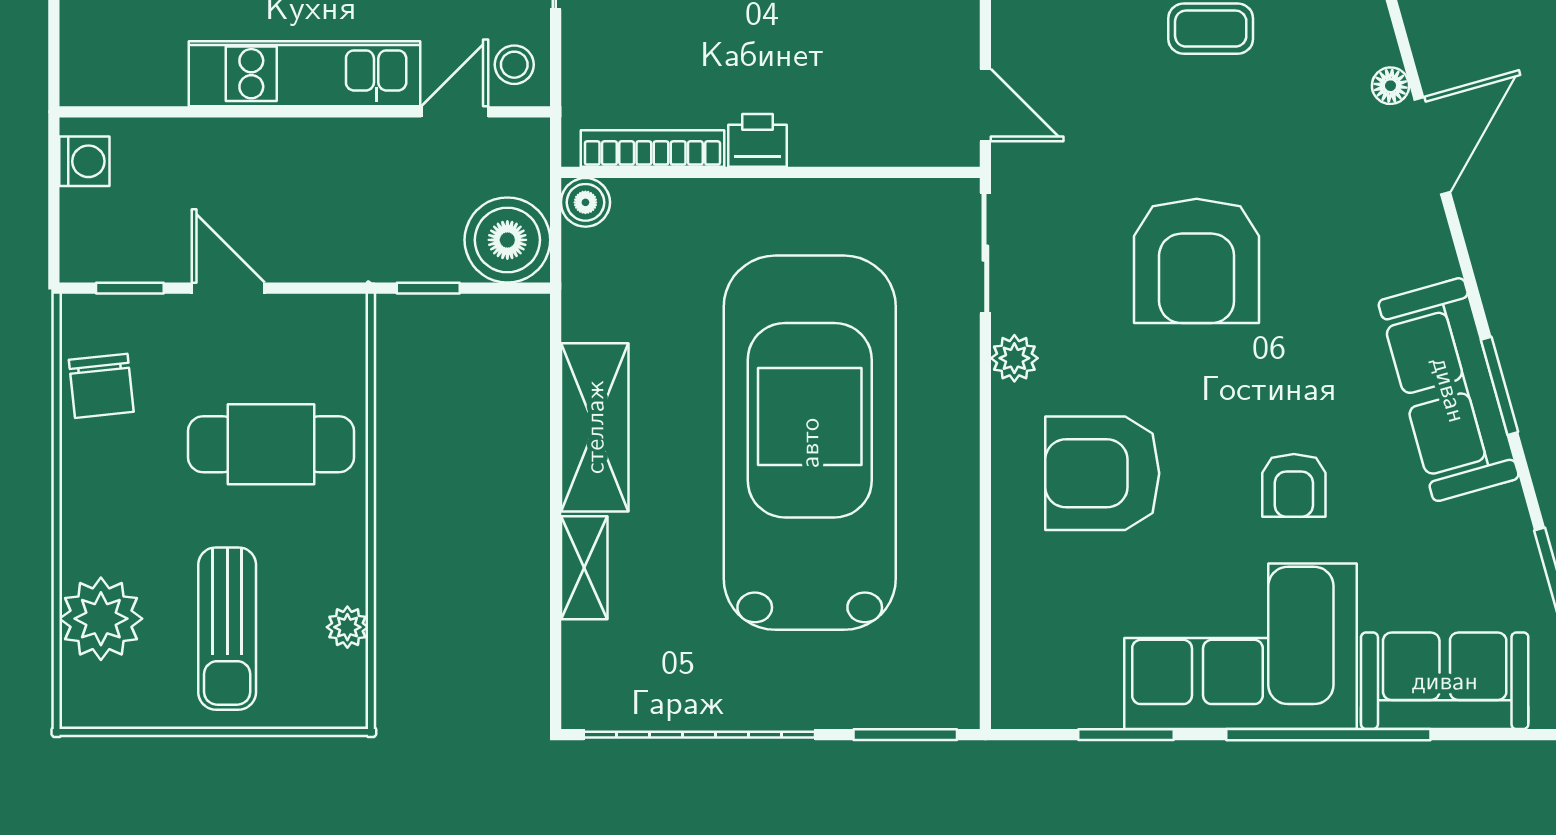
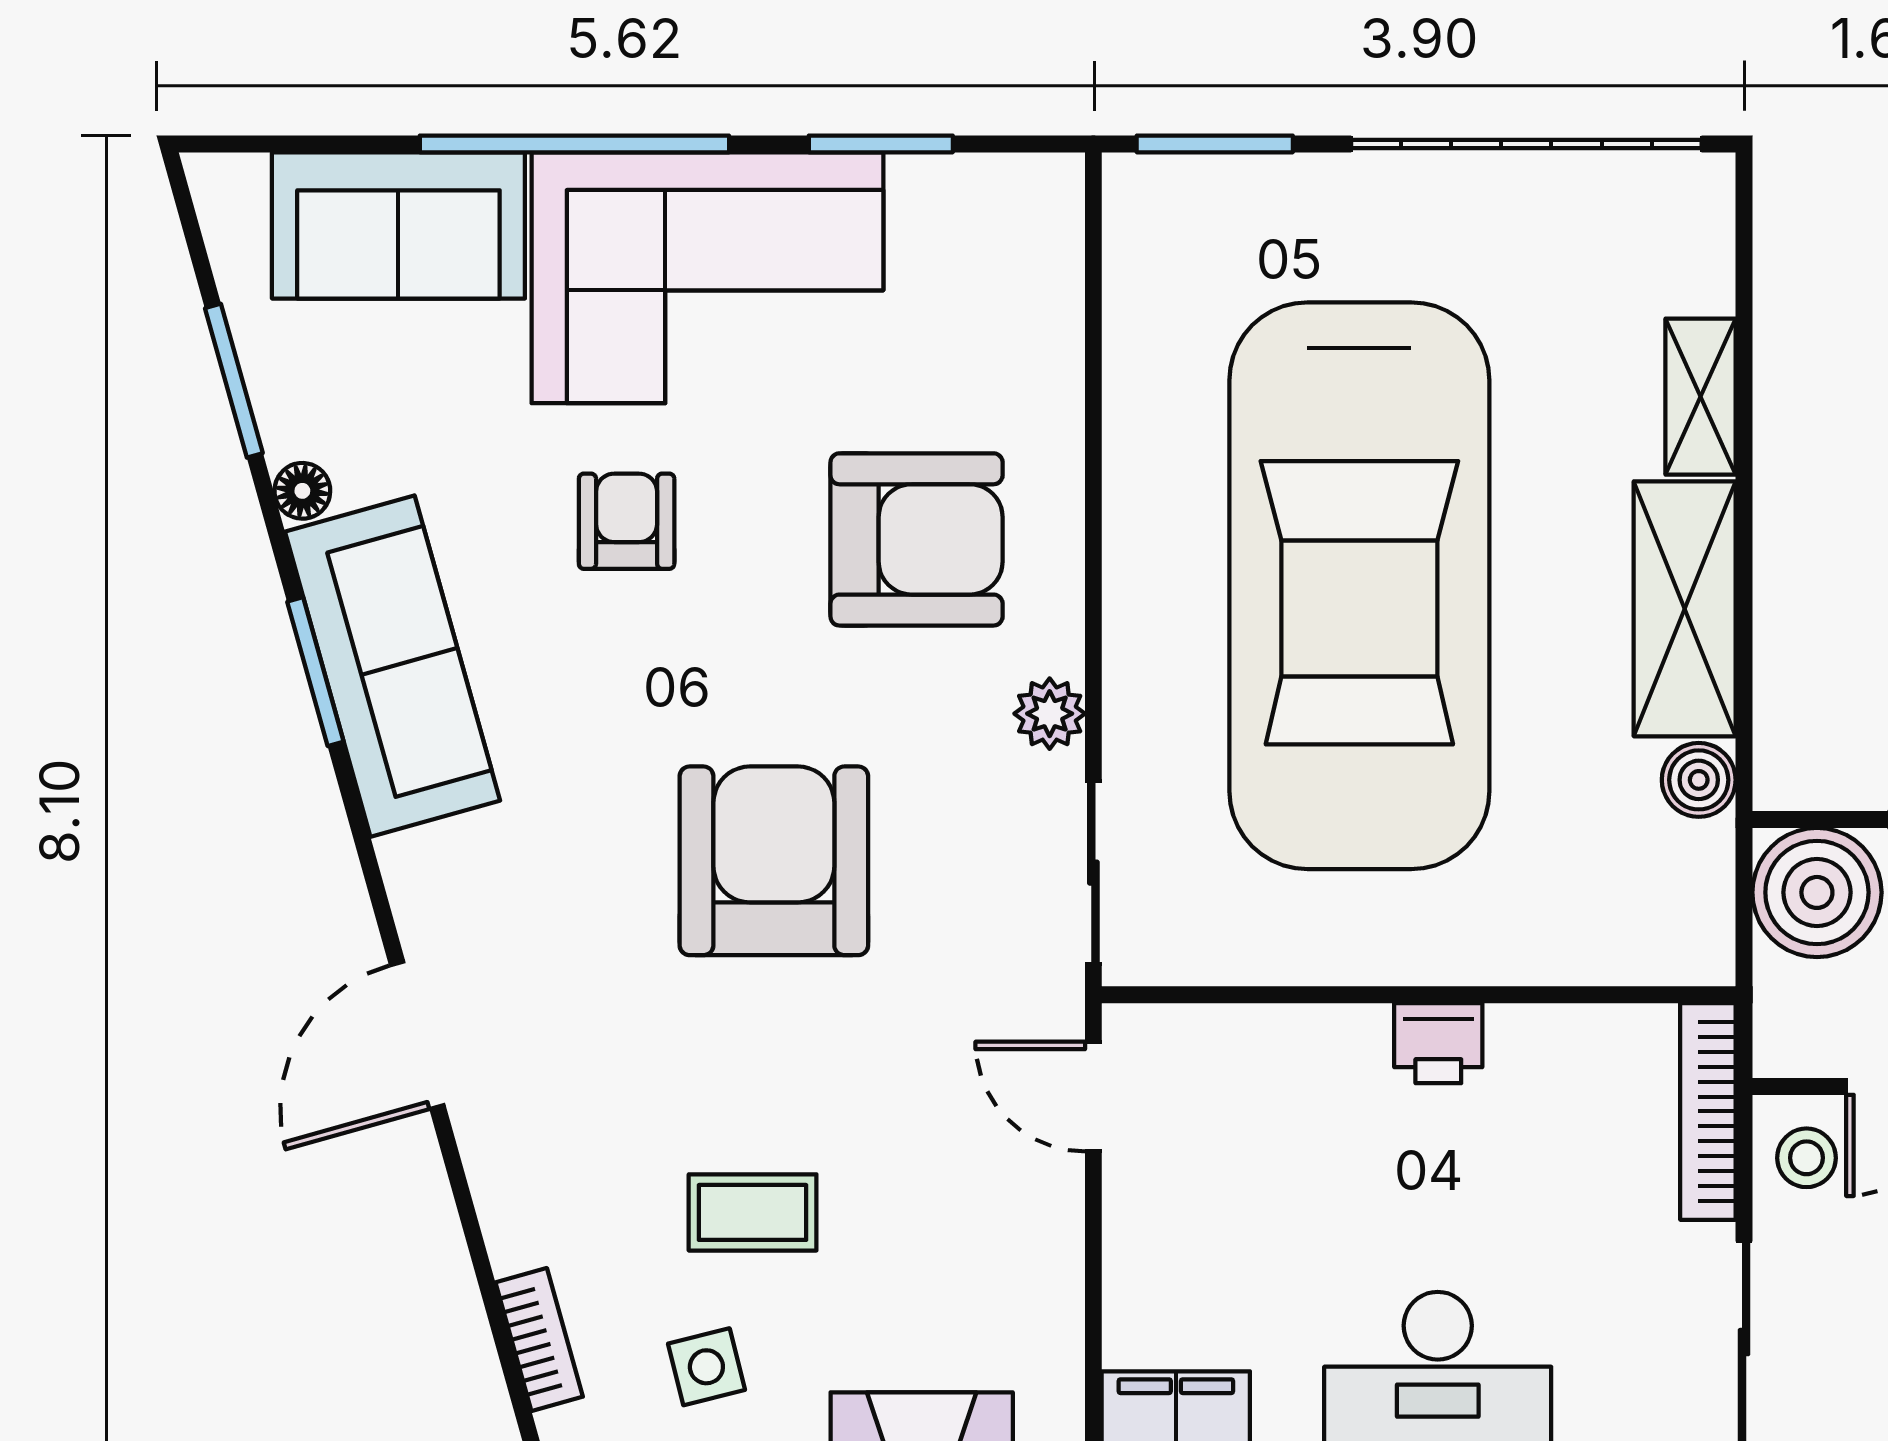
floor lamp: (1390, 86) -> (302, 491), moved
bookcase: (652, 149) -> (1708, 1111), moved, turned 90
boiler: (585, 202) -> (1699, 780), moved

